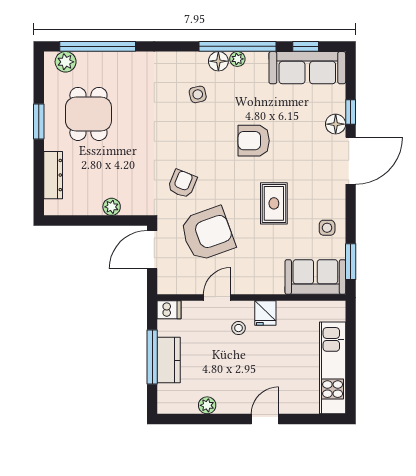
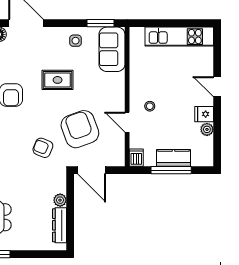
dresser: (53, 175) -> (60, 225), moved, turned -90
fridge: (265, 313) -> (204, 114), moved, turned 180

